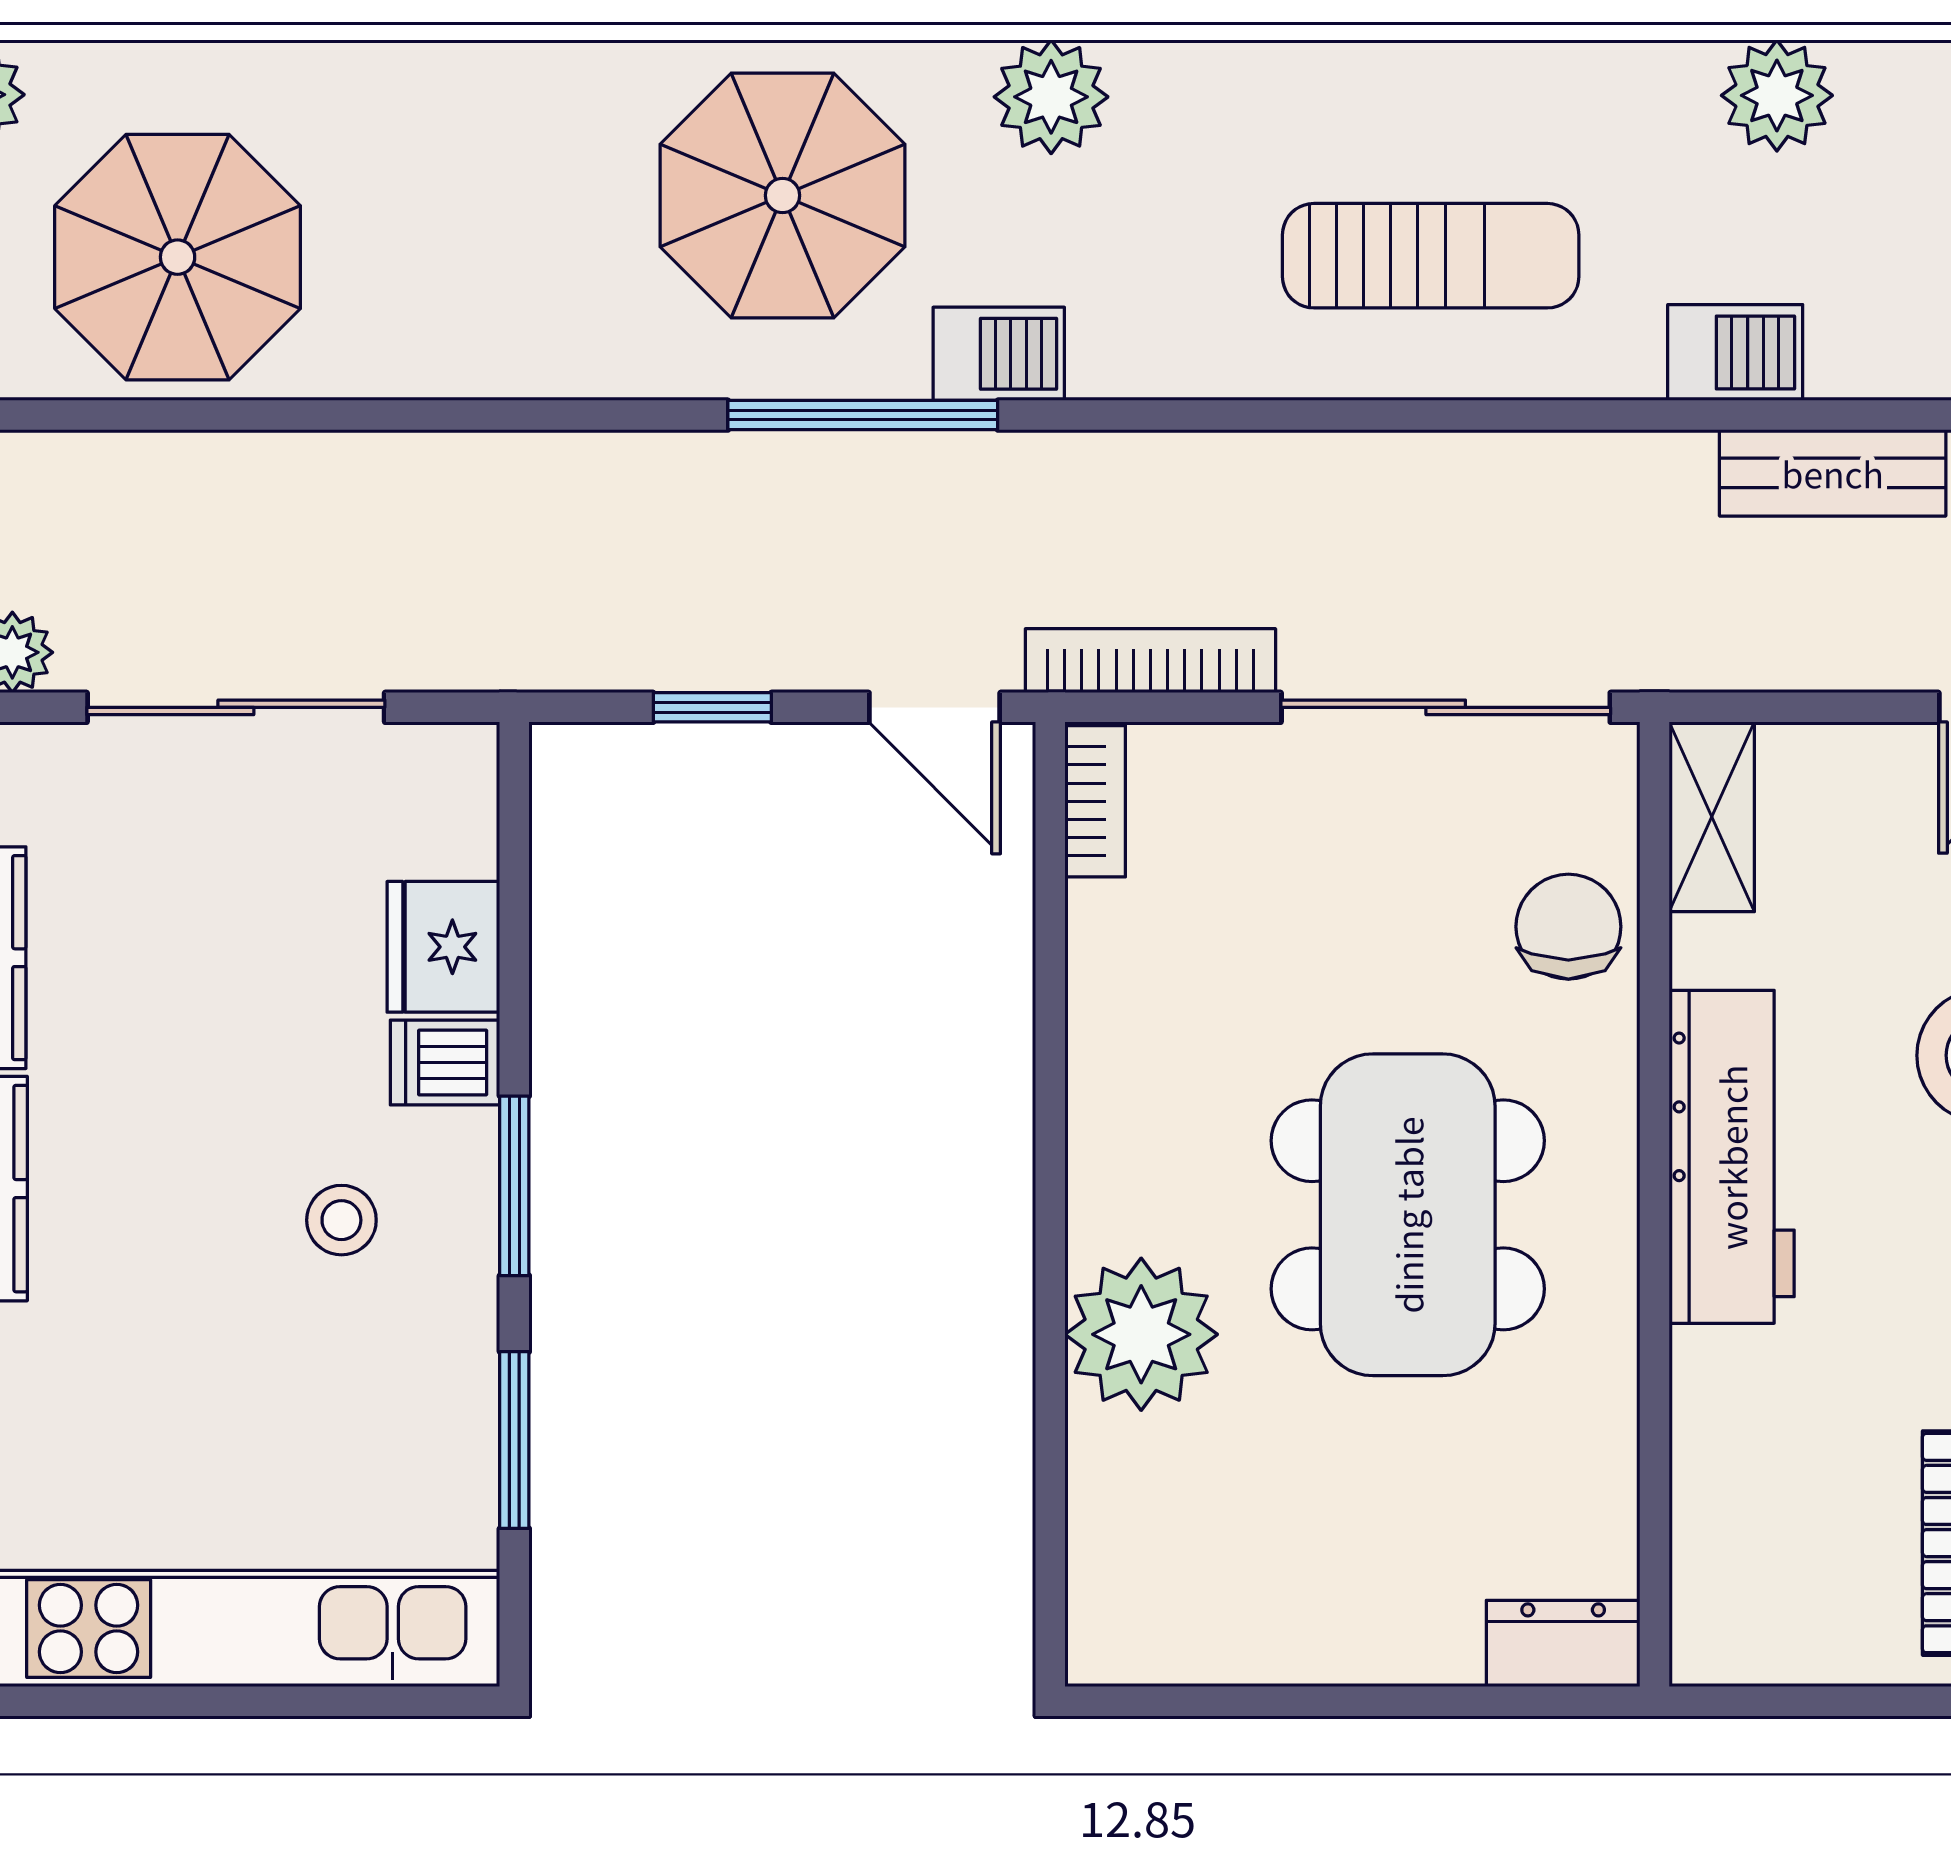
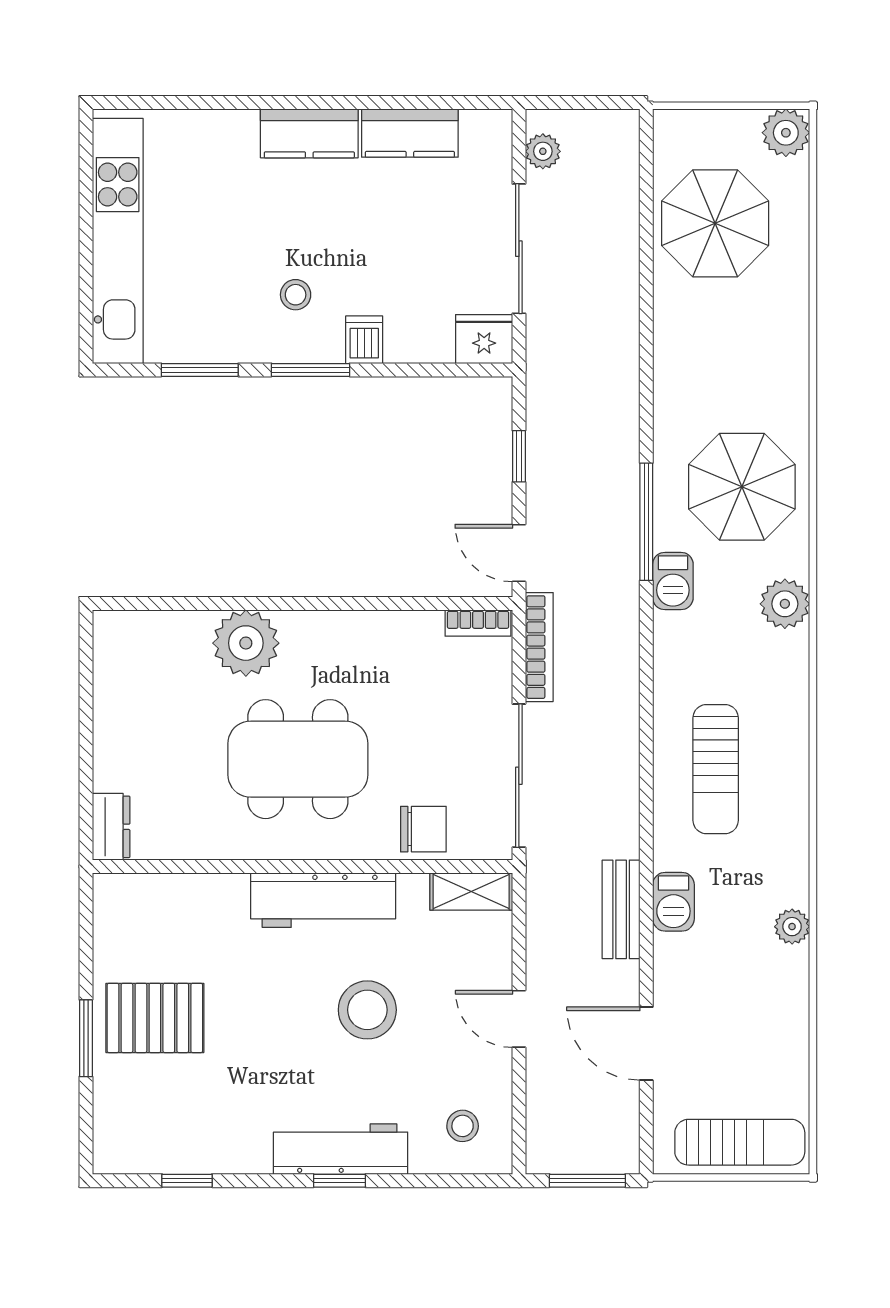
plant: (1777, 95) -> (792, 927), width x0.73, depth x0.73
bench: (1833, 473) -> (621, 909), moved
door: (935, 707) -> (519, 553), hinge flipped
fridge: (443, 947) -> (484, 339), moved

